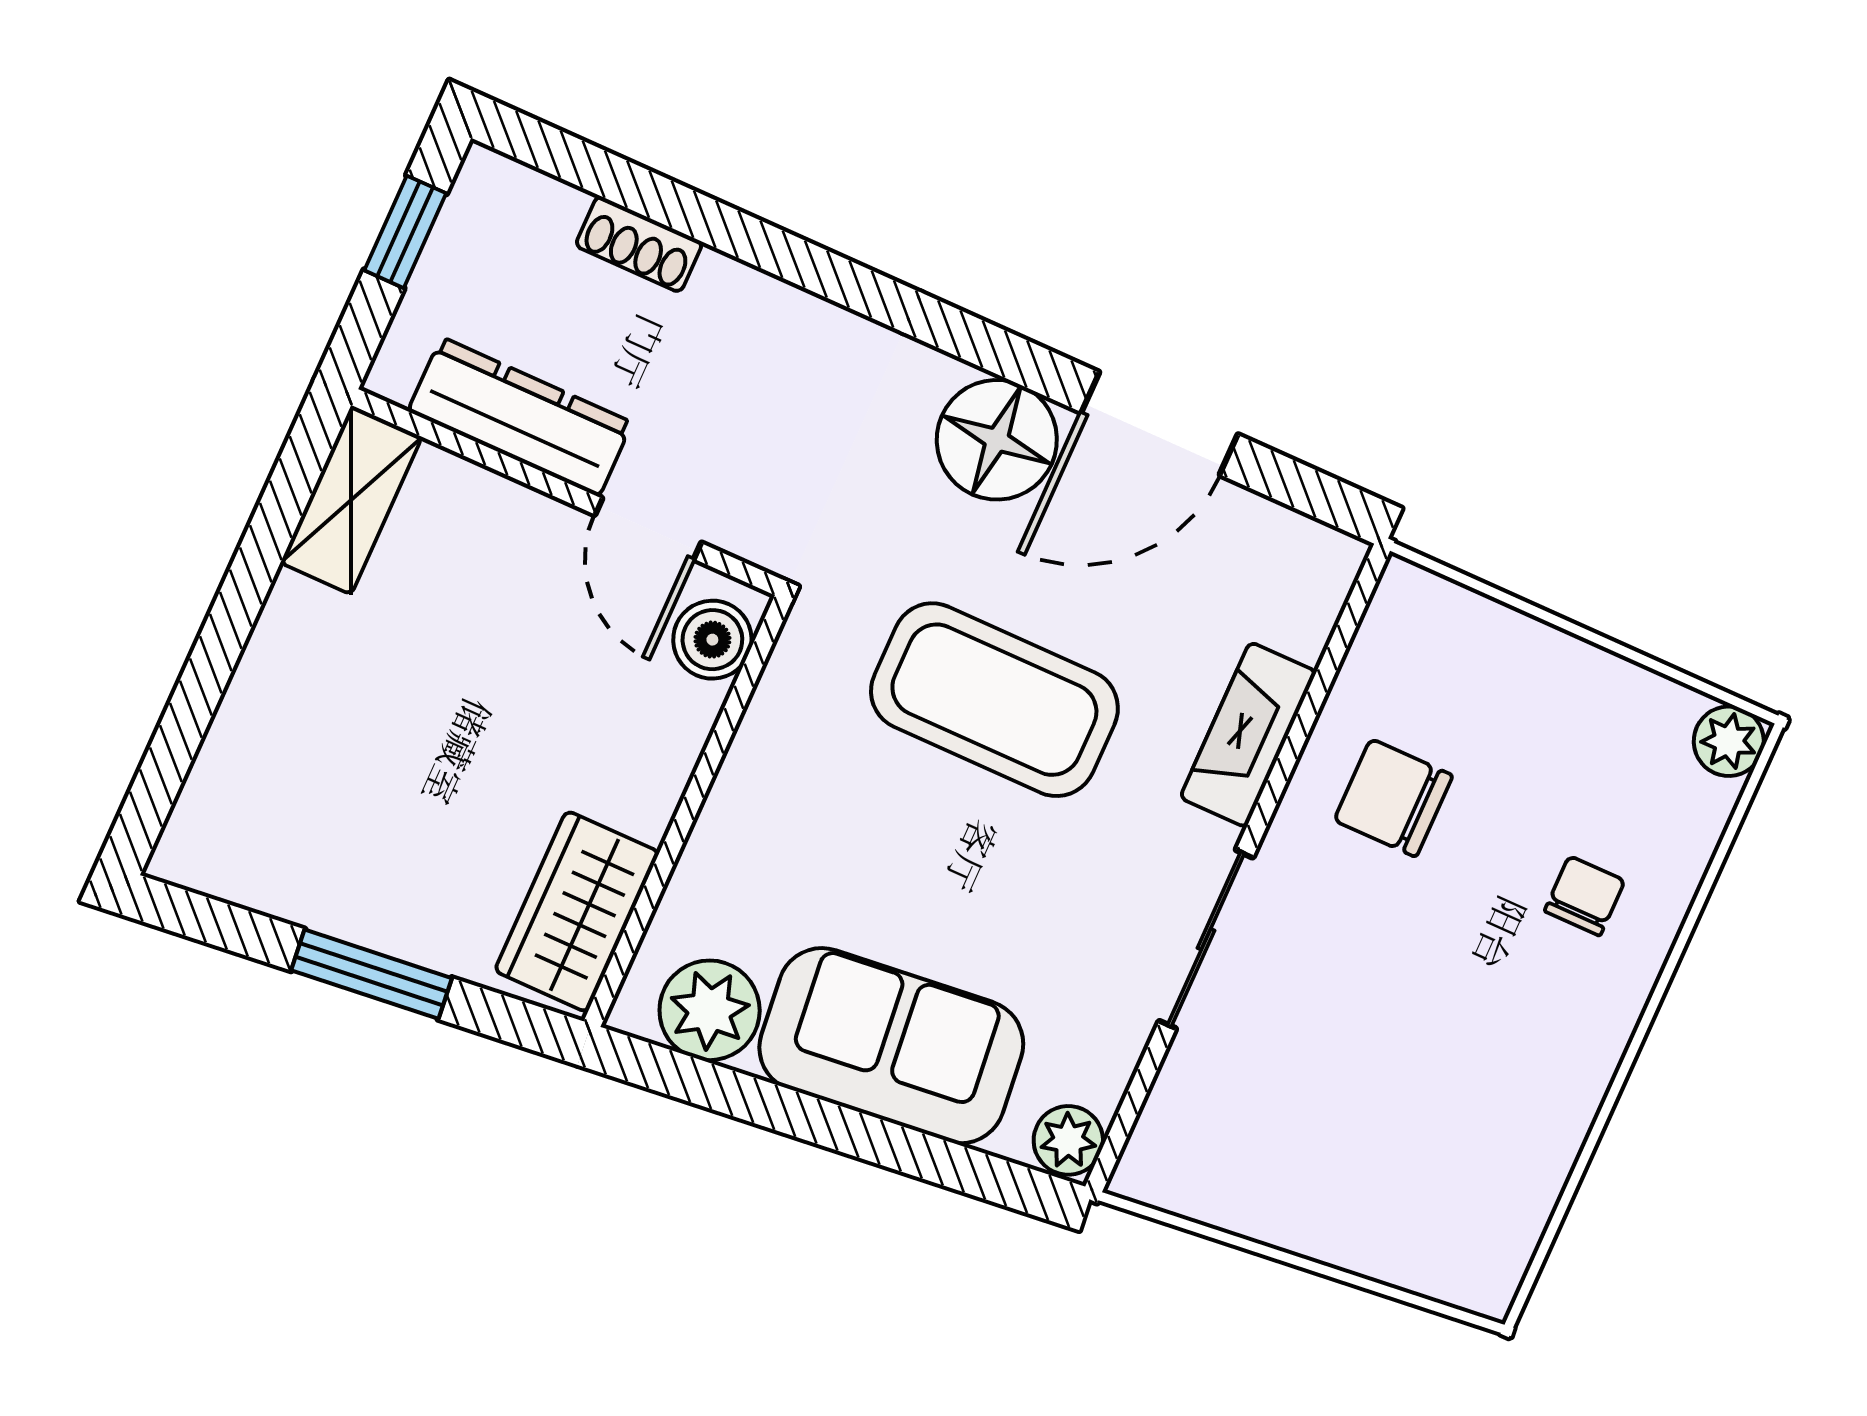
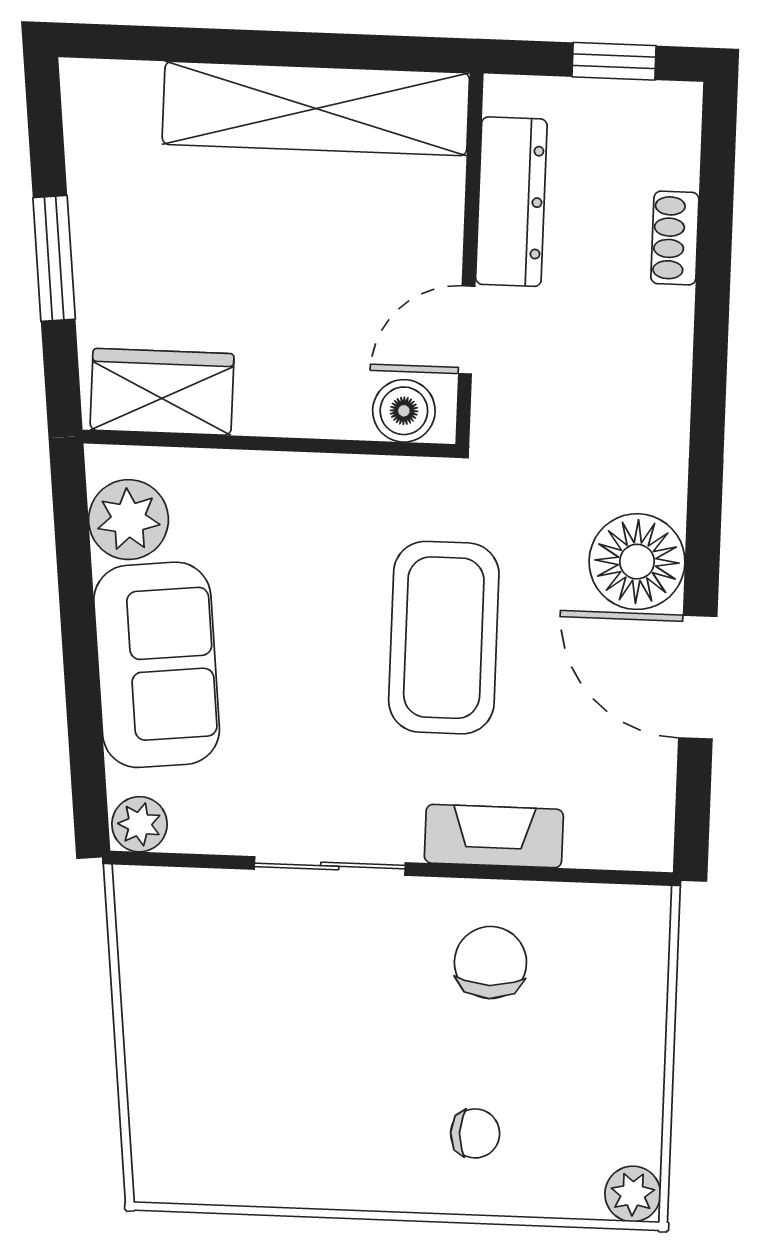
shelving: (351, 500) -> (316, 109), width x2.20, depth x1.33

